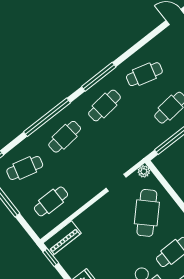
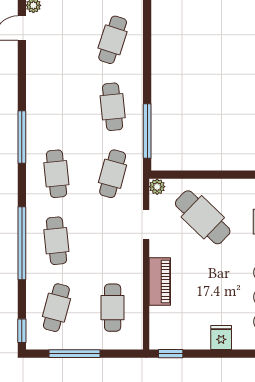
cafe table: (144, 74) -> (113, 174), moved
window: (99, 77) -> (22, 137), moved
piano: (62, 238) -> (160, 281), moved

